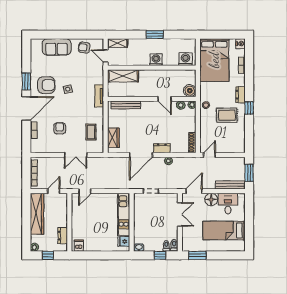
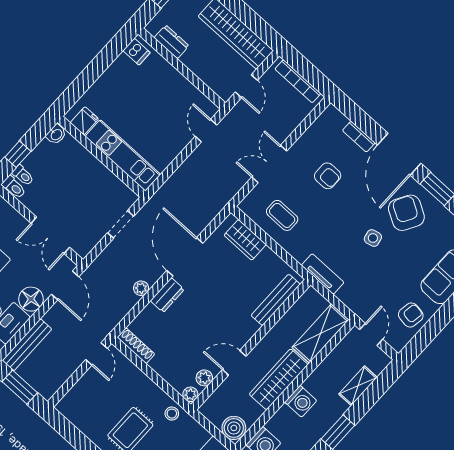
shelving: (118, 43) -> (358, 386), moved
door: (106, 56) -> (371, 334), hinge flipped
wardrobe: (155, 76) -> (279, 379), added
armchair: (46, 85) -> (406, 213), turned 120
boiler: (190, 91) -> (234, 428), moved

